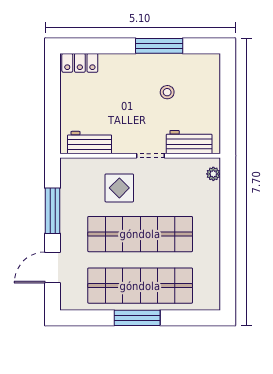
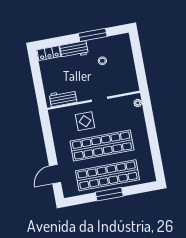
workbench: (189, 142) -> (74, 50), moved, turned 180
window: (53, 211) -> (49, 141), removed

